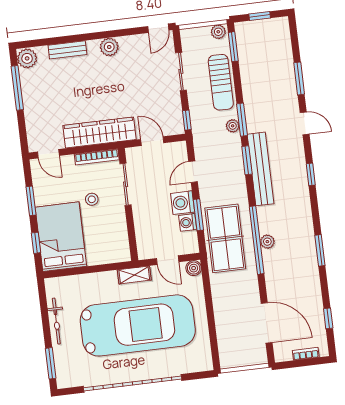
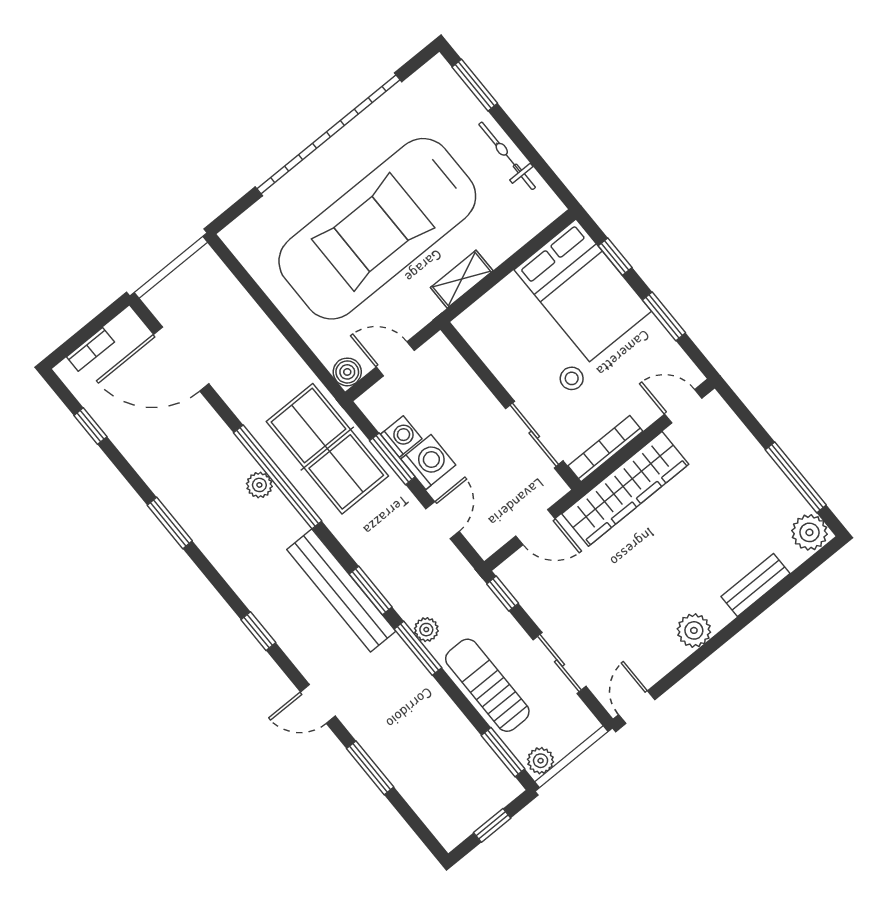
shelving: (134, 275) -> (462, 279), moved

